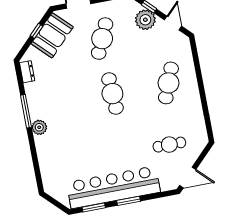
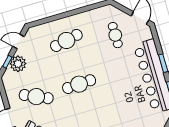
cafe table: (168, 83) -> (66, 40), turned -33

